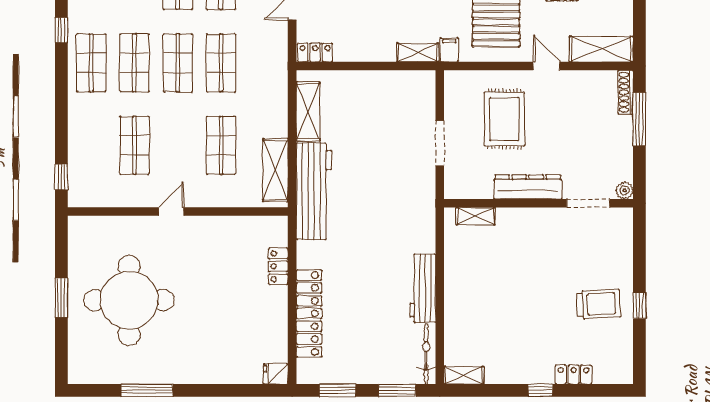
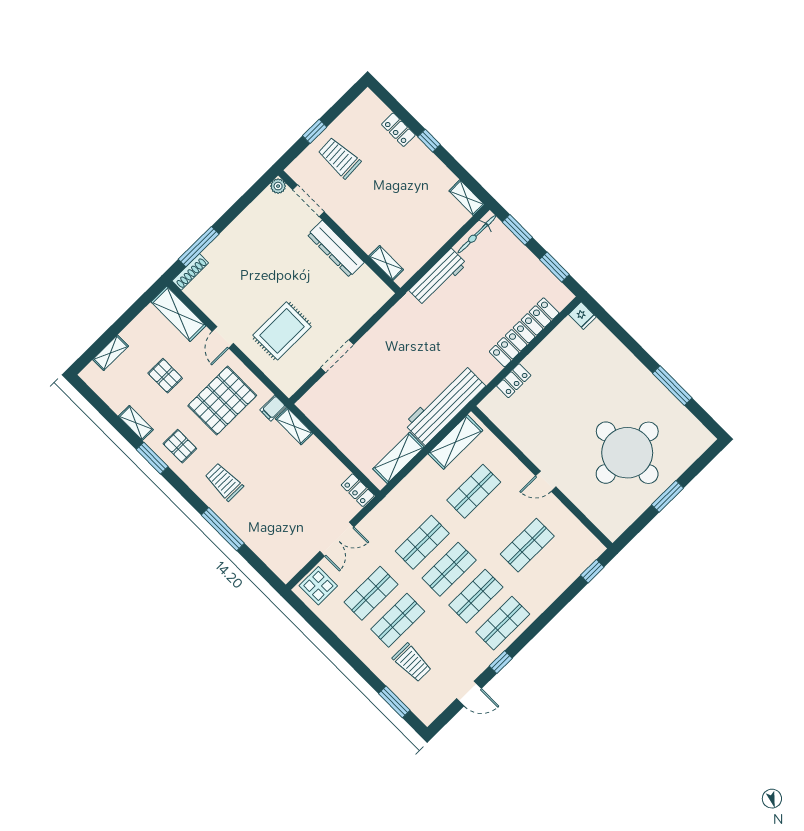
dresser: (528, 187) -> (336, 249), moved
plant: (625, 190) -> (278, 186), moved
wall: (539, 203) -> (339, 232), moved
doorway: (588, 203) -> (308, 201), moved
shelving: (476, 216) -> (386, 263), moved

